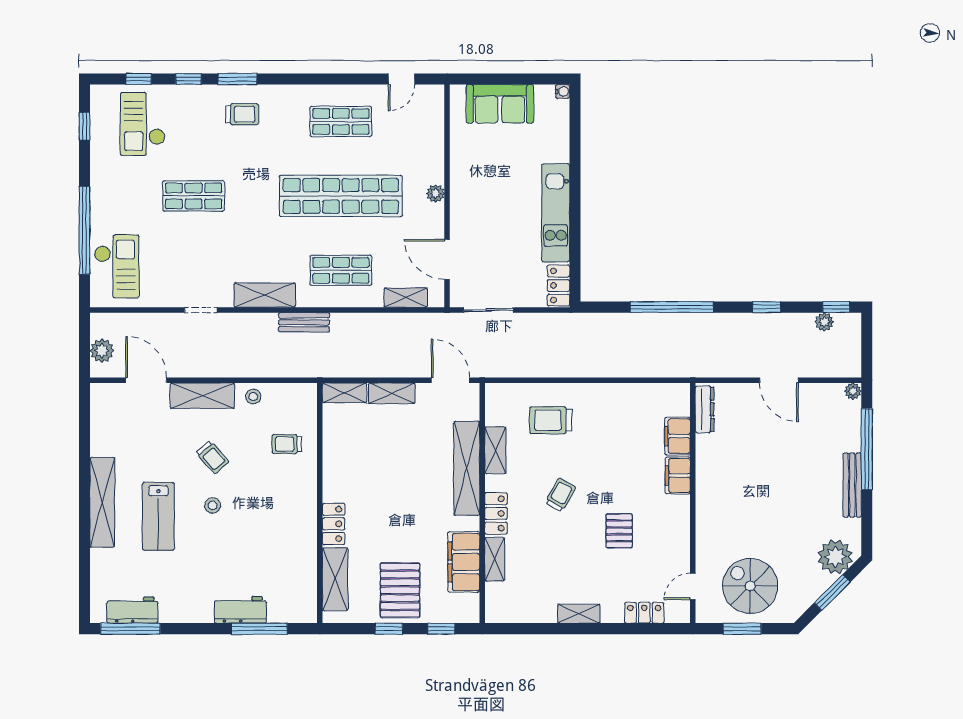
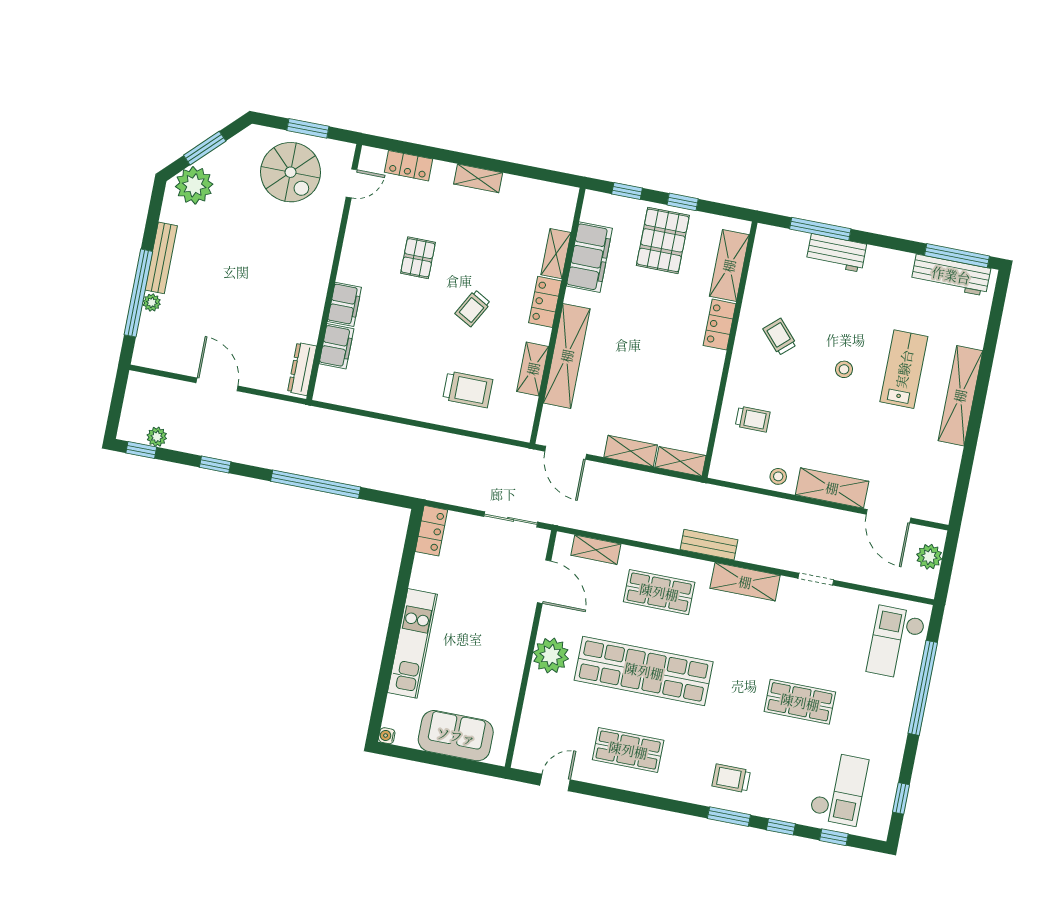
plant: (436, 194) -> (551, 656), width x1.87, depth x1.87
kitchen unit: (556, 213) -> (412, 643), moved
plant: (853, 391) -> (152, 303), moved
trolley: (212, 457) -> (780, 337), moved
workbench: (132, 610) -> (951, 275), width x1.38

